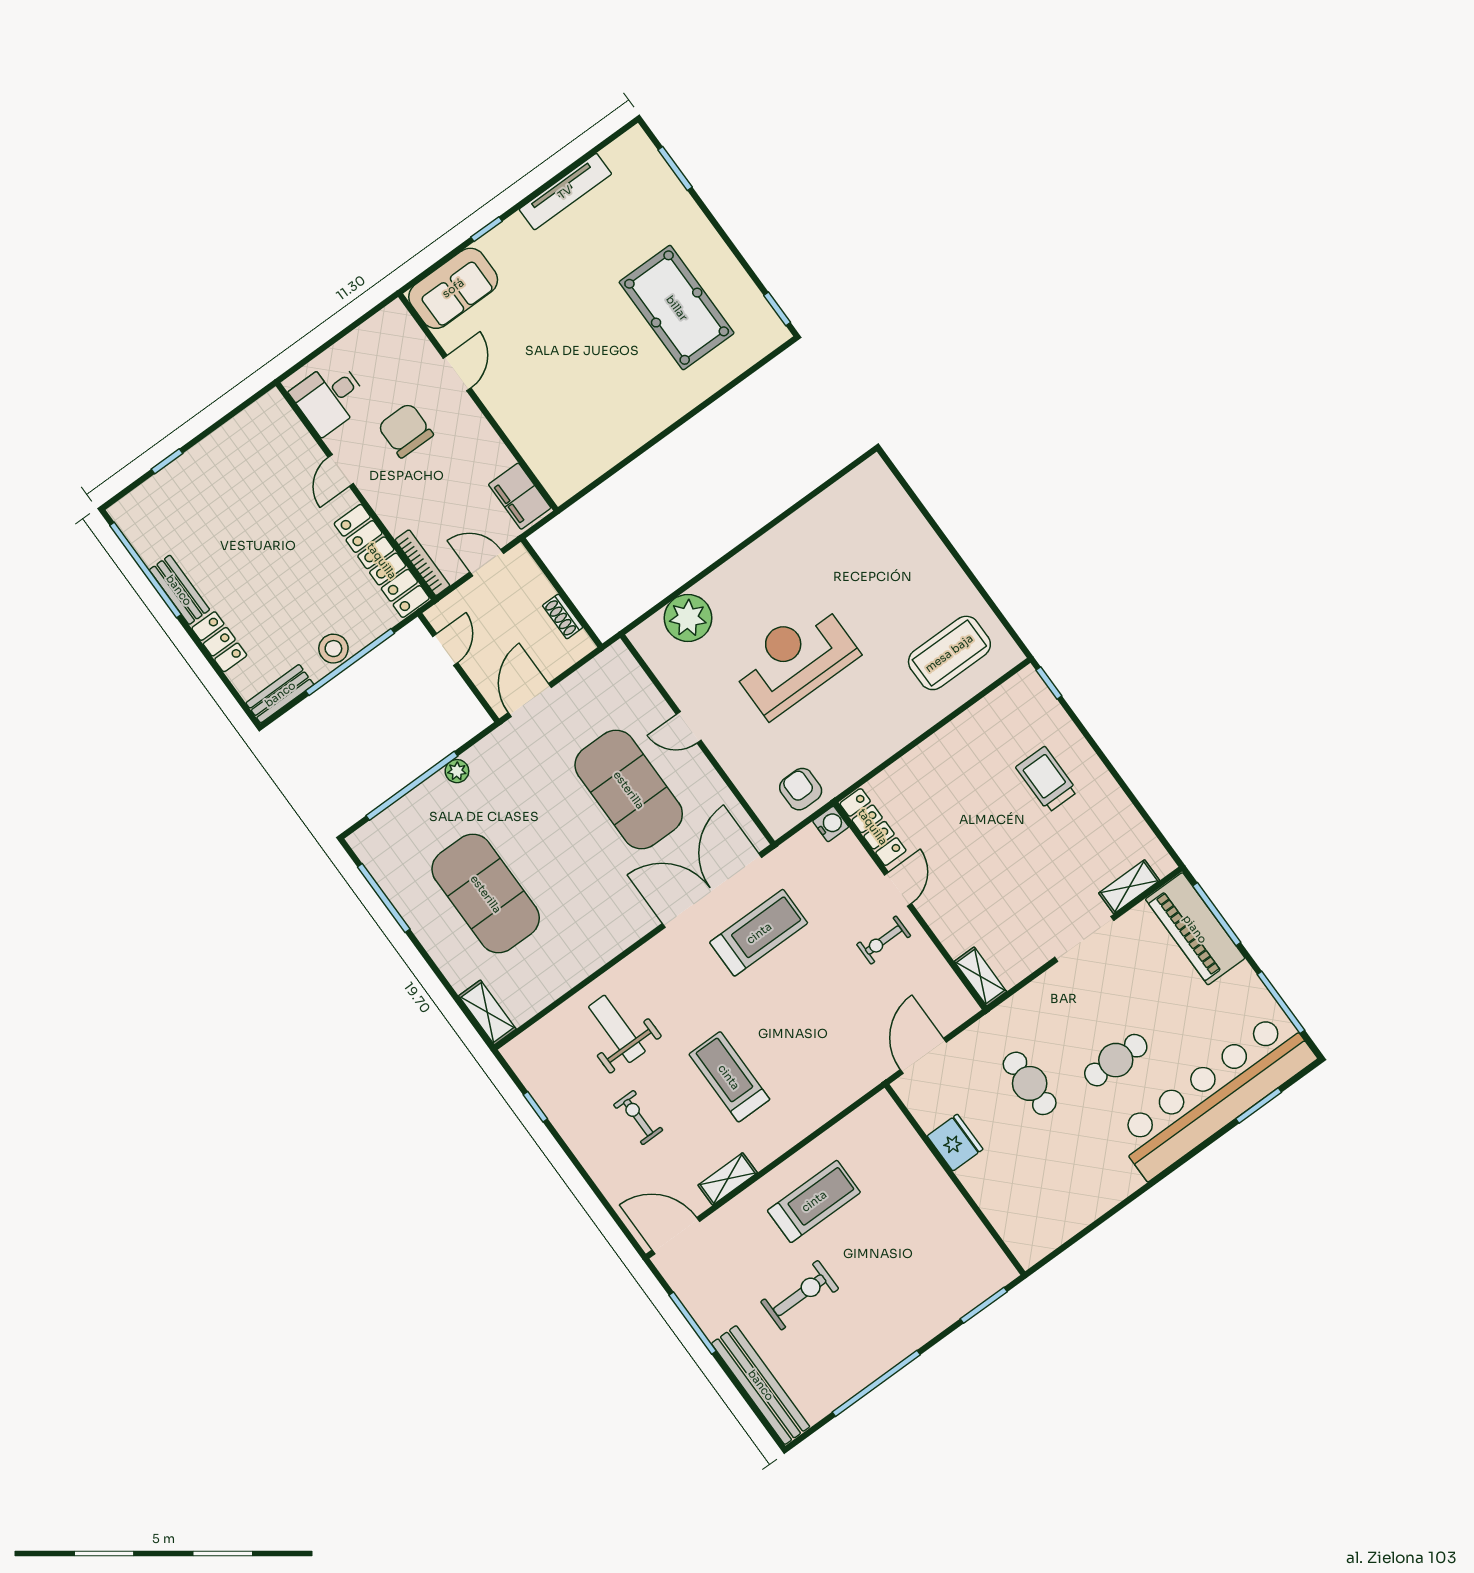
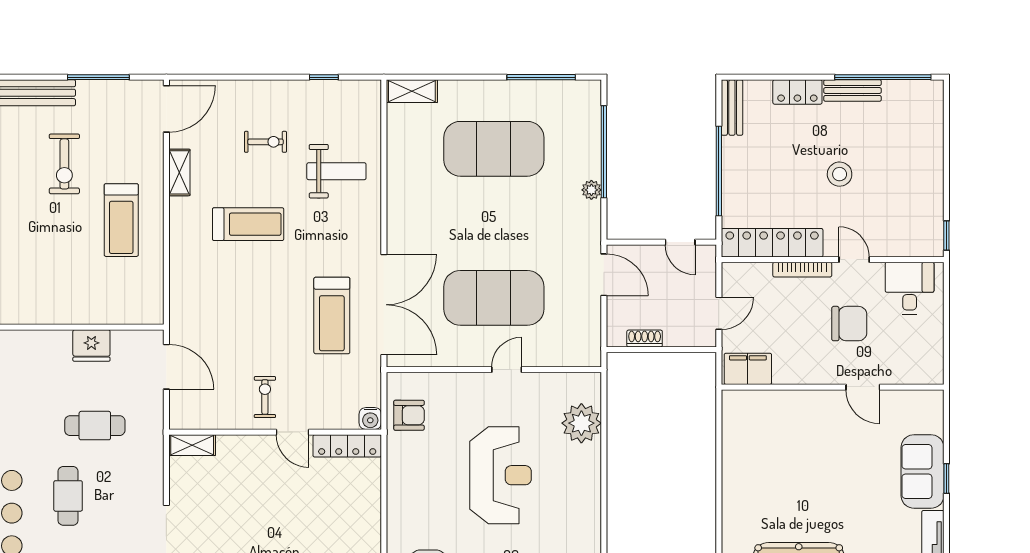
sofa: (453, 288) -> (923, 471), moved
window: (167, 461) -> (946, 236), moved
bookcase: (422, 563) -> (802, 270), moved
stool: (333, 649) -> (840, 174), moved

